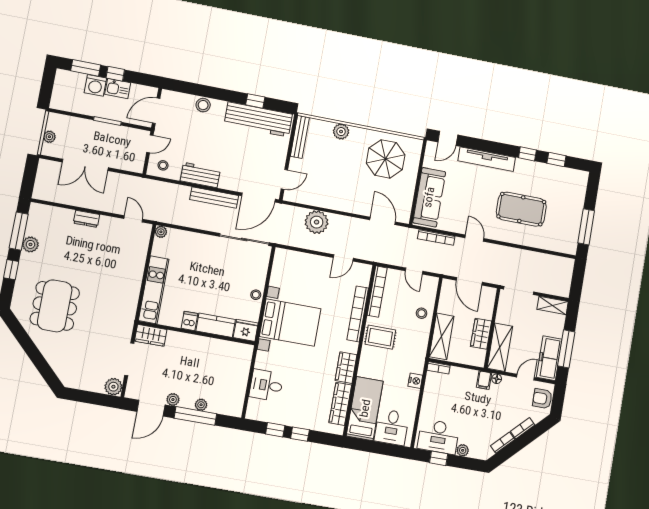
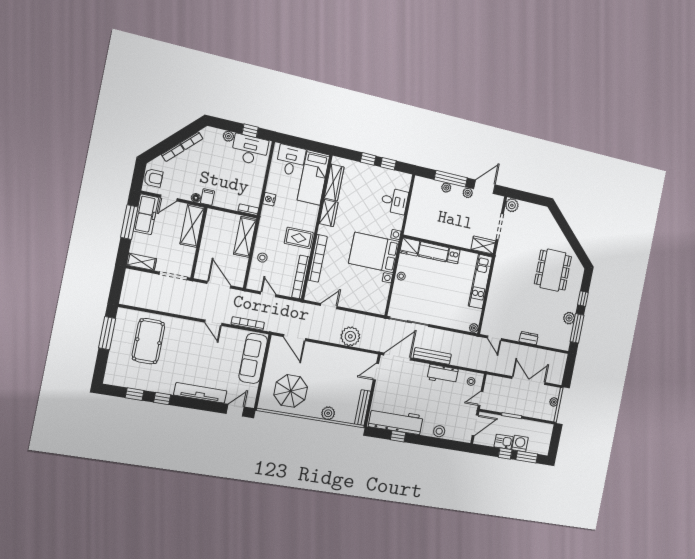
pool table: (521, 209) -> (148, 341), moved, turned 90
wardrobe: (481, 334) -> (209, 238), removed

